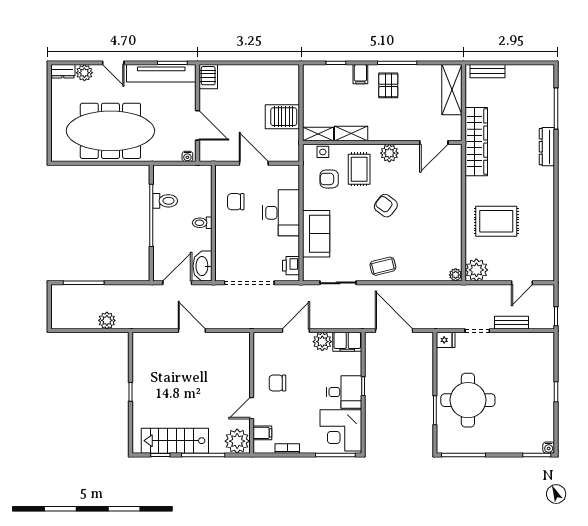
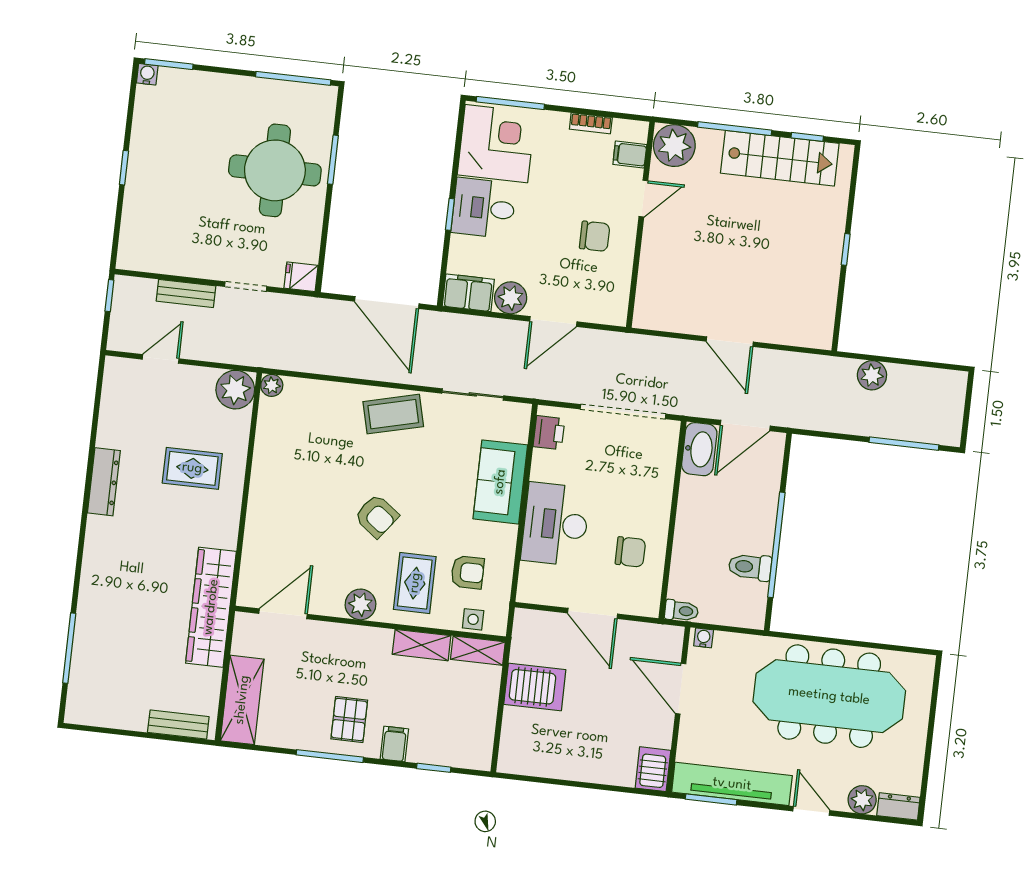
dresser: (547, 147) -> (104, 482), moved
rug: (496, 221) -> (192, 468), width x0.73, depth x0.70
toilet: (202, 223) -> (681, 611), moved
coffee table: (383, 266) -> (393, 414), width x1.36, depth x1.30

